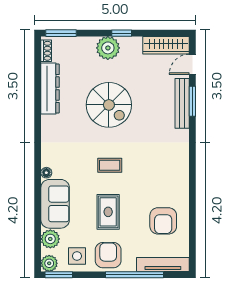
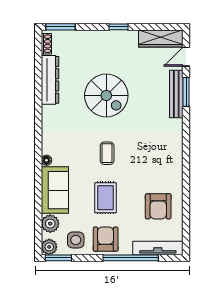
plant: (108, 48) -> (105, 41), removed
coffee table: (110, 165) -> (107, 153), turned 90

